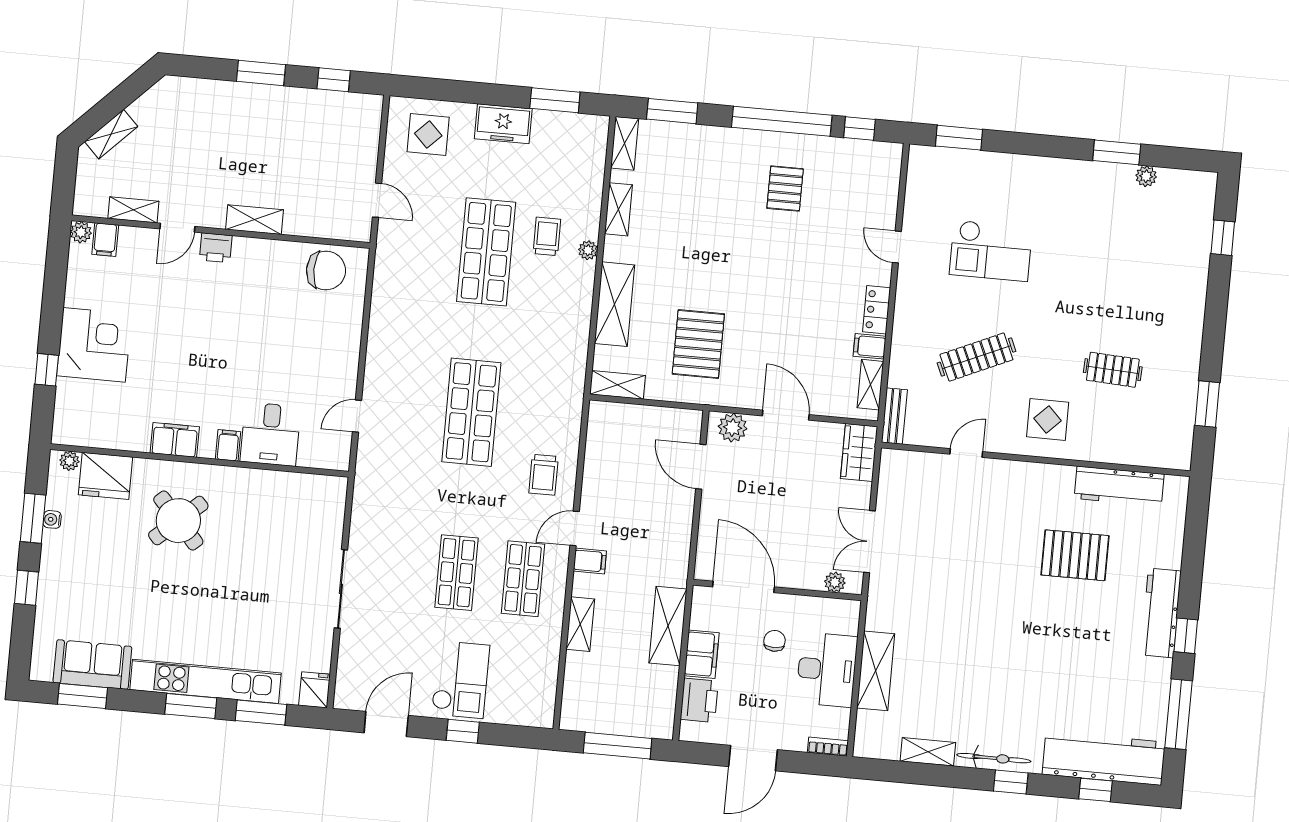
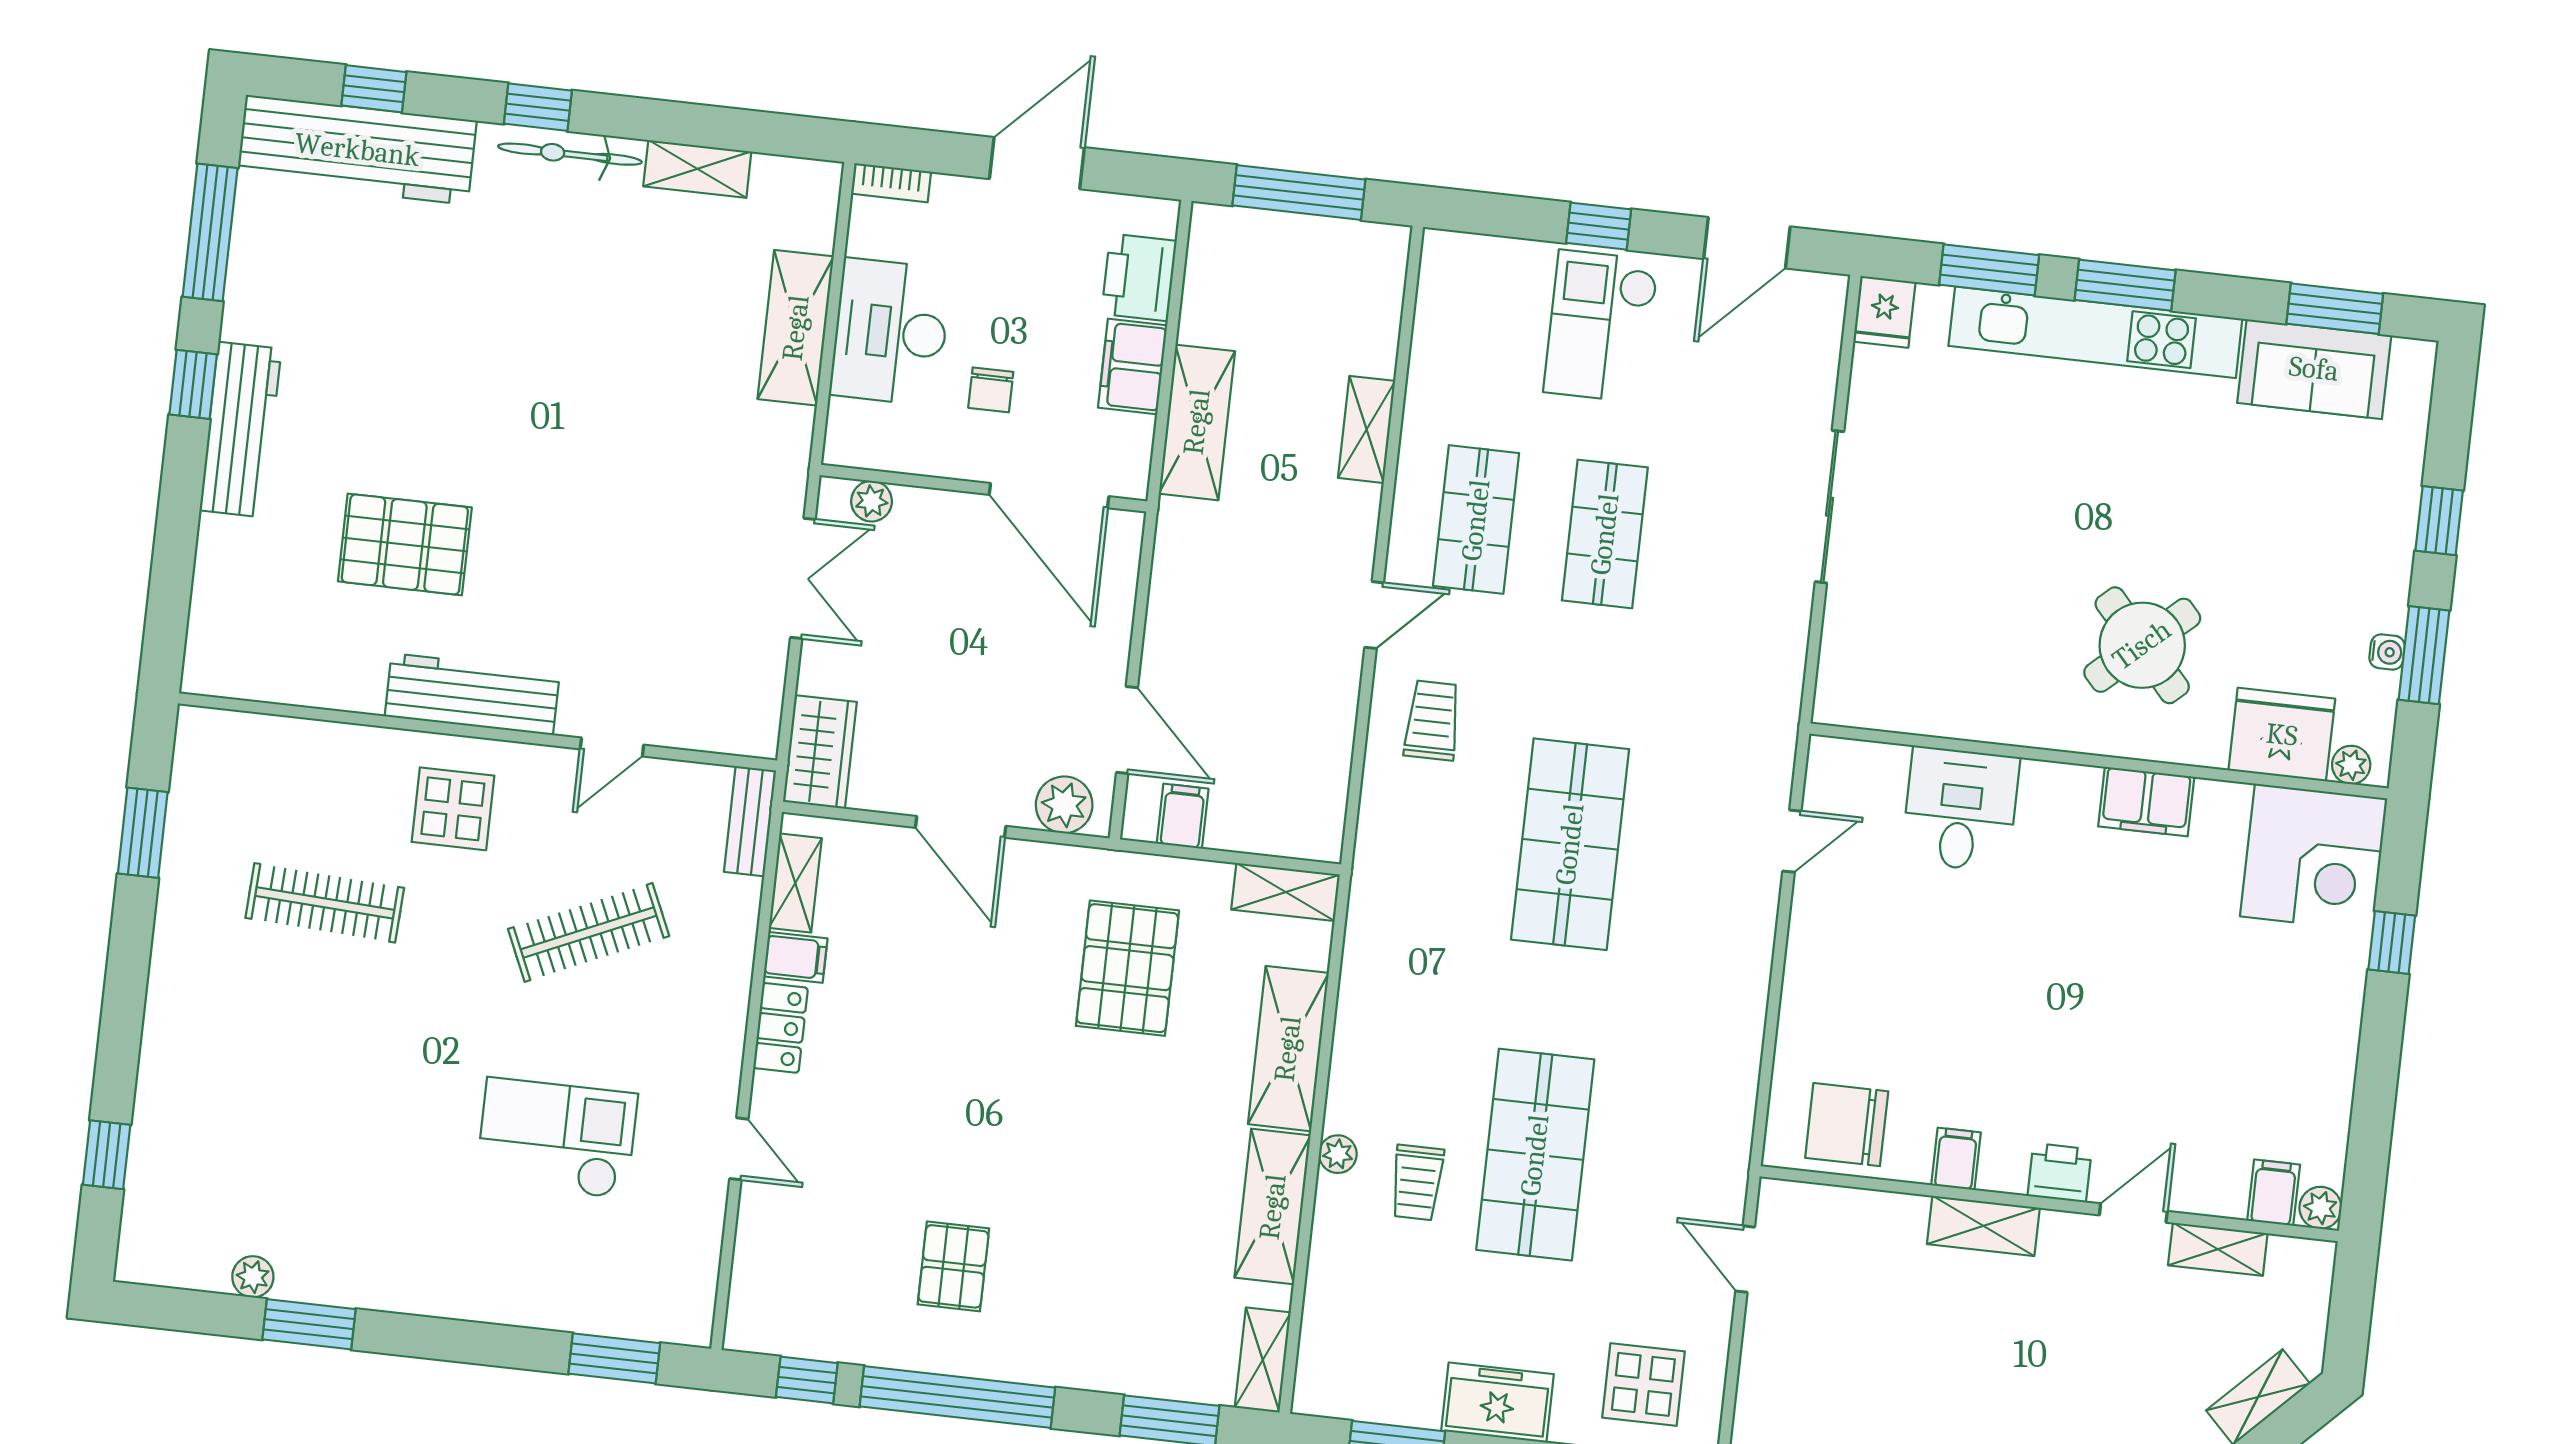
shelving: (618, 209) -> (1273, 1207), width x1.50, depth x1.33
corner desk: (94, 345) -> (2314, 857), moved, turned -90
clothes rail: (1113, 370) -> (325, 903), width x1.36
filing cabinet: (228, 445) -> (1956, 1159), moved, turned 180
workbench: (1119, 486) -> (472, 694), moved
filing cabinet: (590, 561) -> (1183, 816), moved, turned 90

